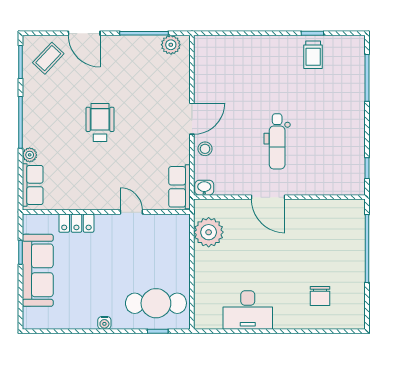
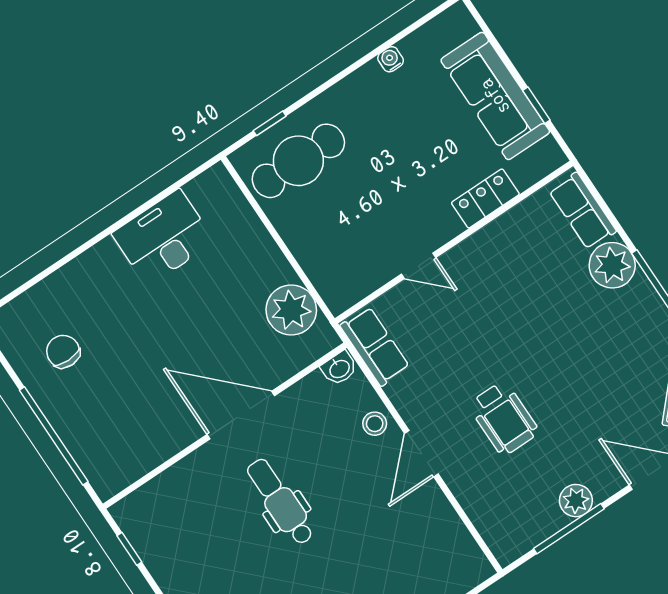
plant: (171, 45) -> (576, 501), moved
wheelchair: (100, 122) -> (504, 418), moved
plant: (30, 155) -> (612, 265), width x1.87, depth x1.87
door: (268, 197) -> (241, 415), width x1.36
chair: (320, 296) -> (63, 351), moved
water cooler: (104, 323) -> (391, 59), moved

